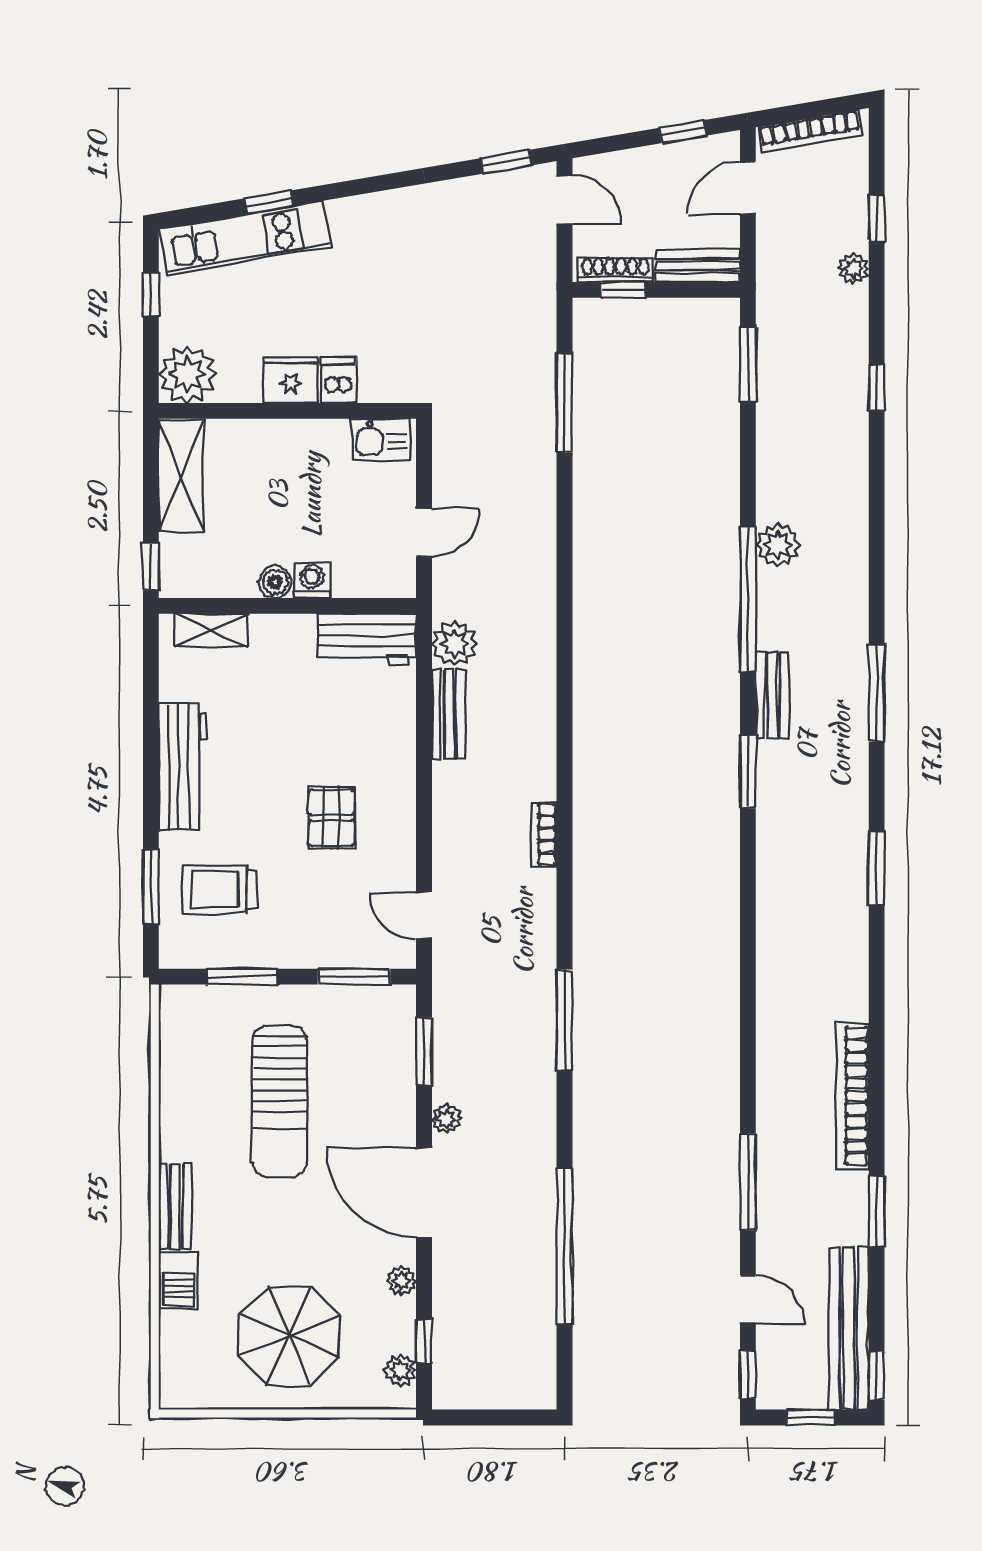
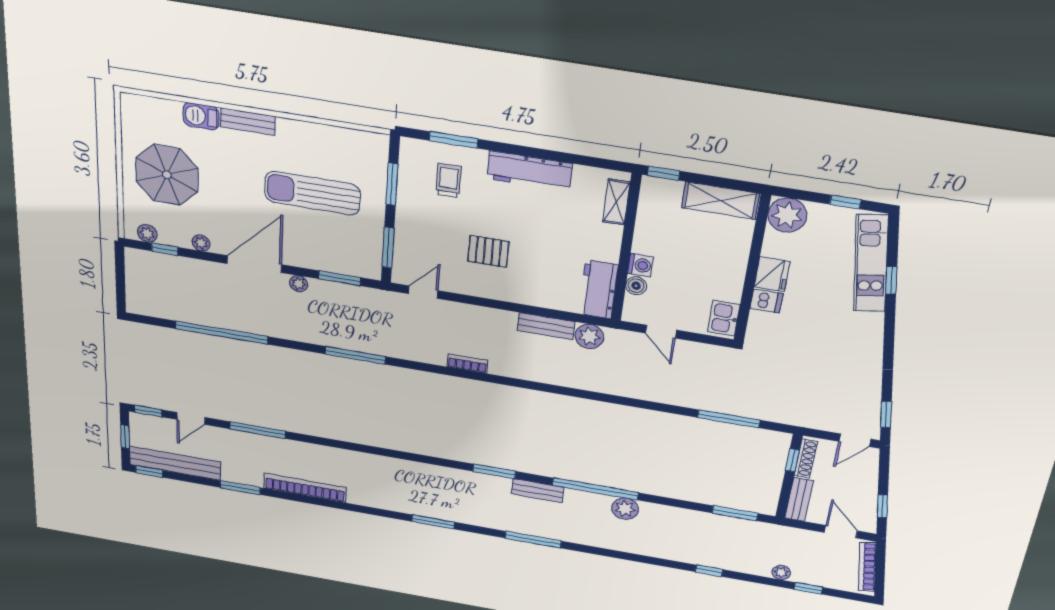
boiler: (275, 582) -> (636, 286), moved
trolley: (220, 889) -> (448, 180), width x0.73, depth x0.72

